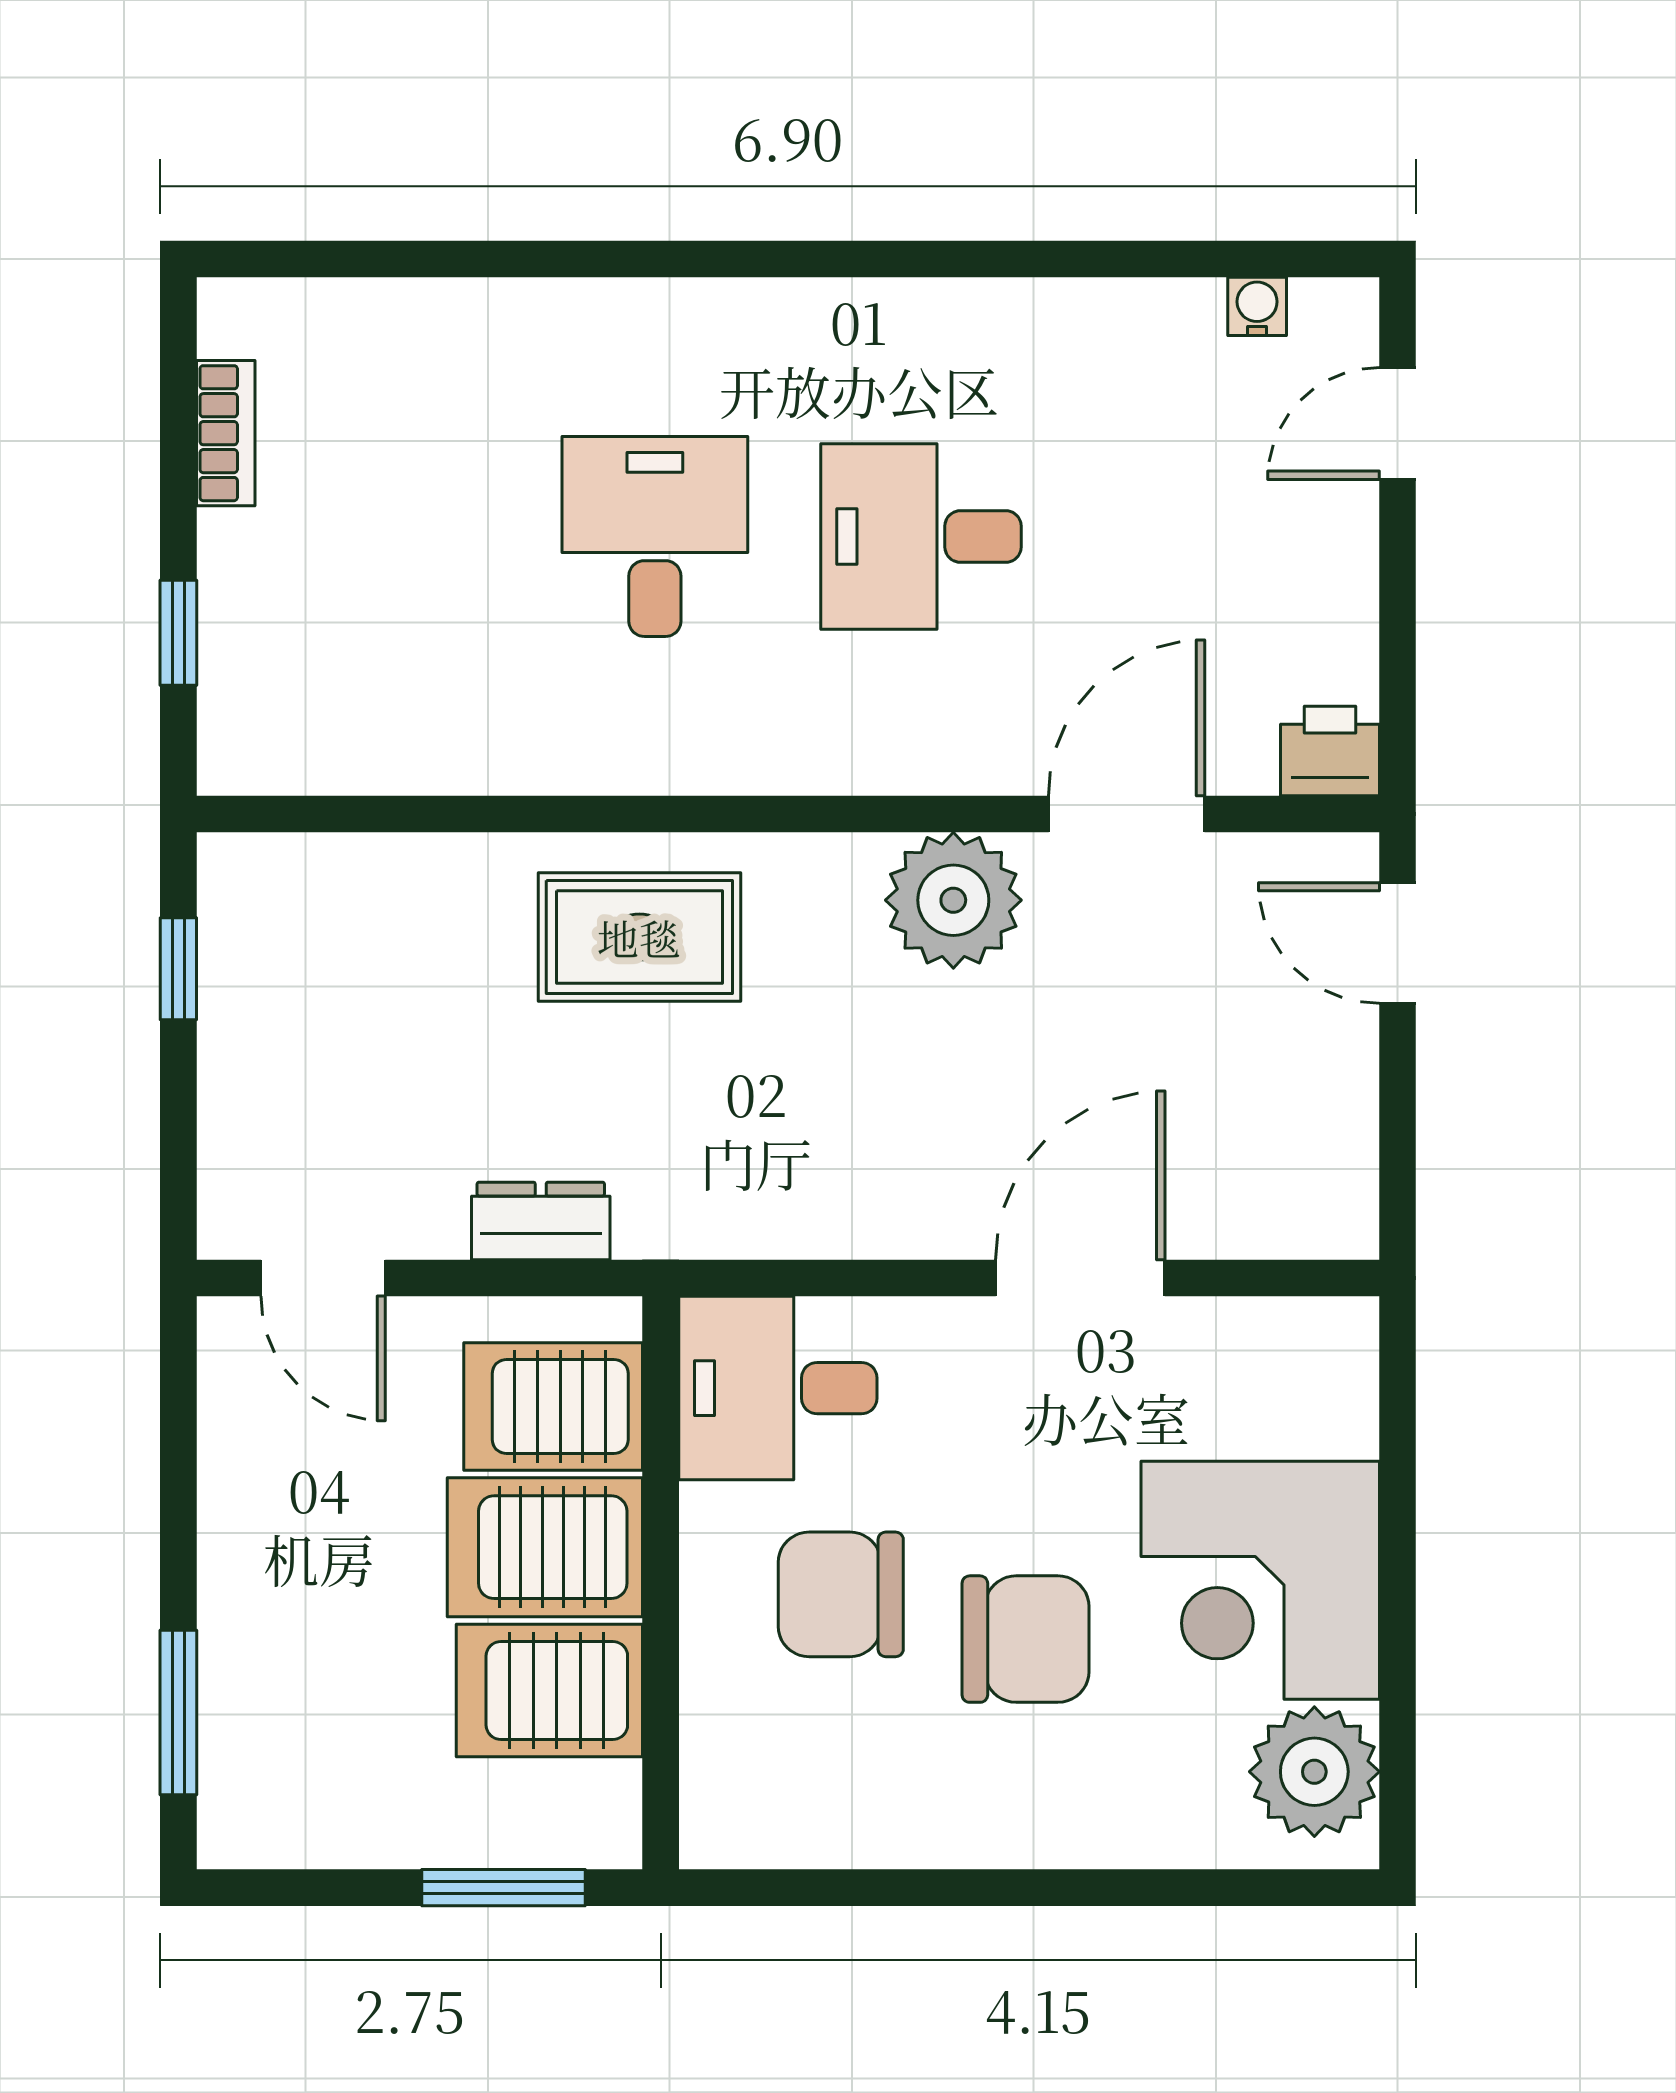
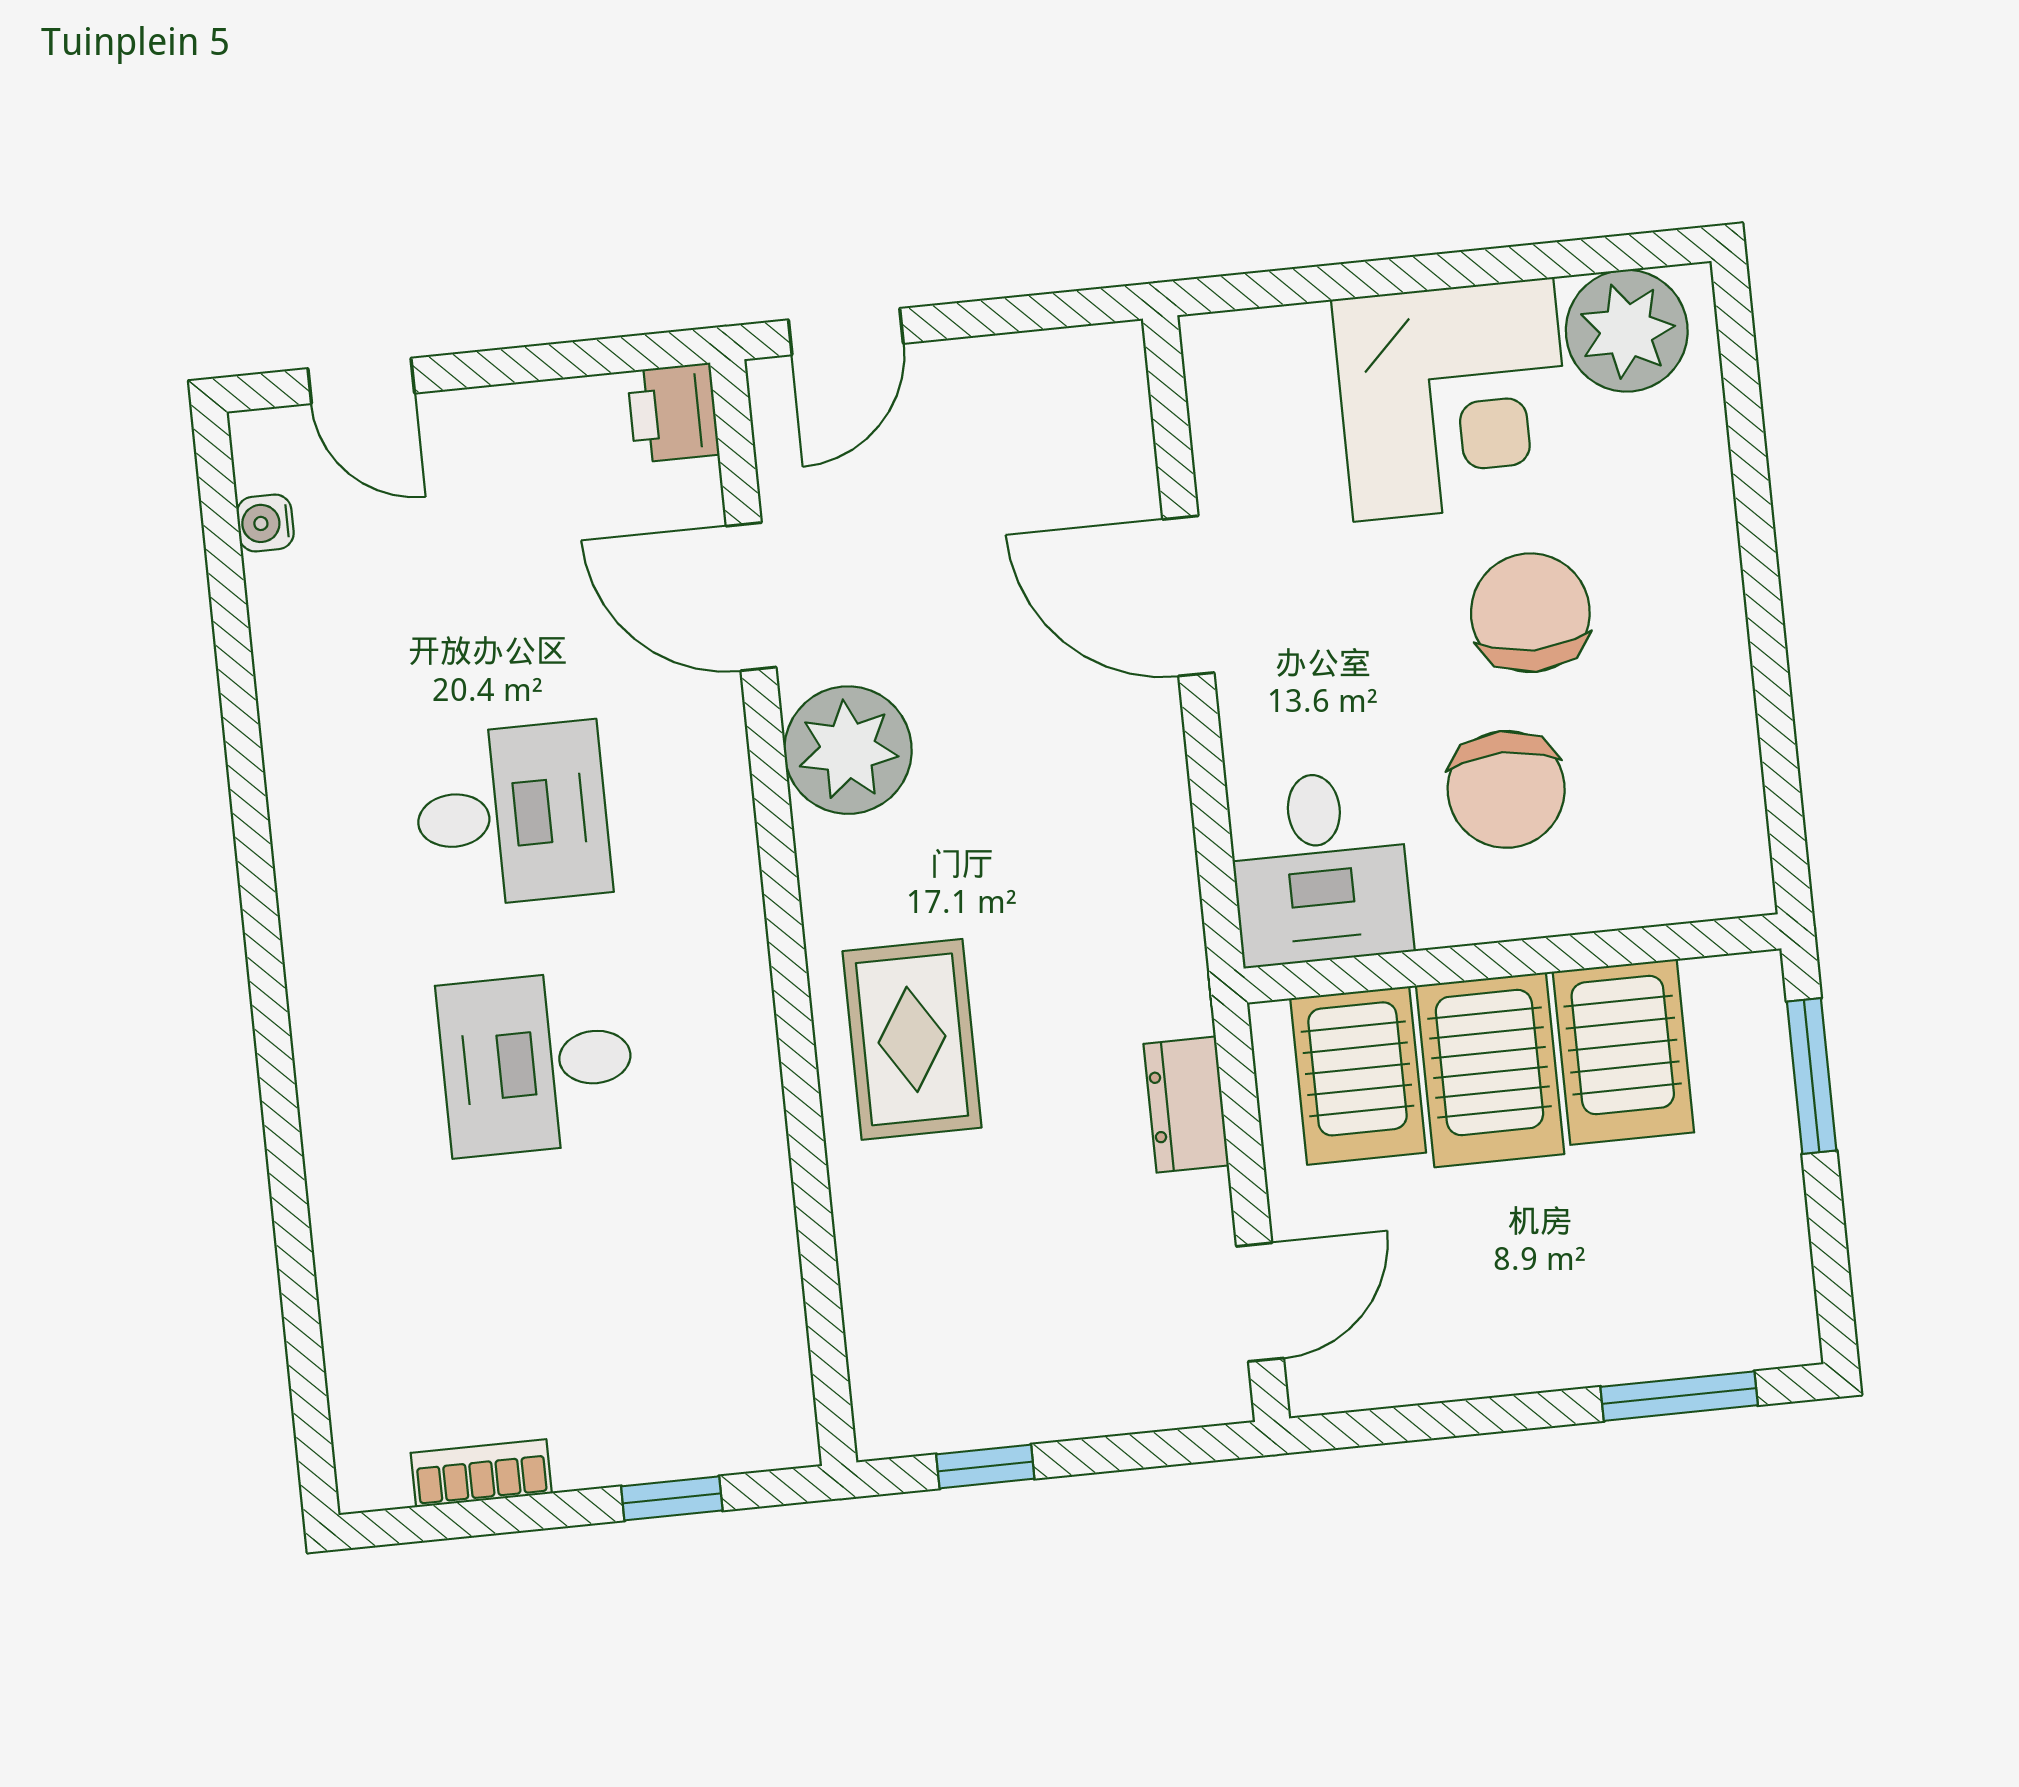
desk: (921, 537) -> (512, 815), turned -90

